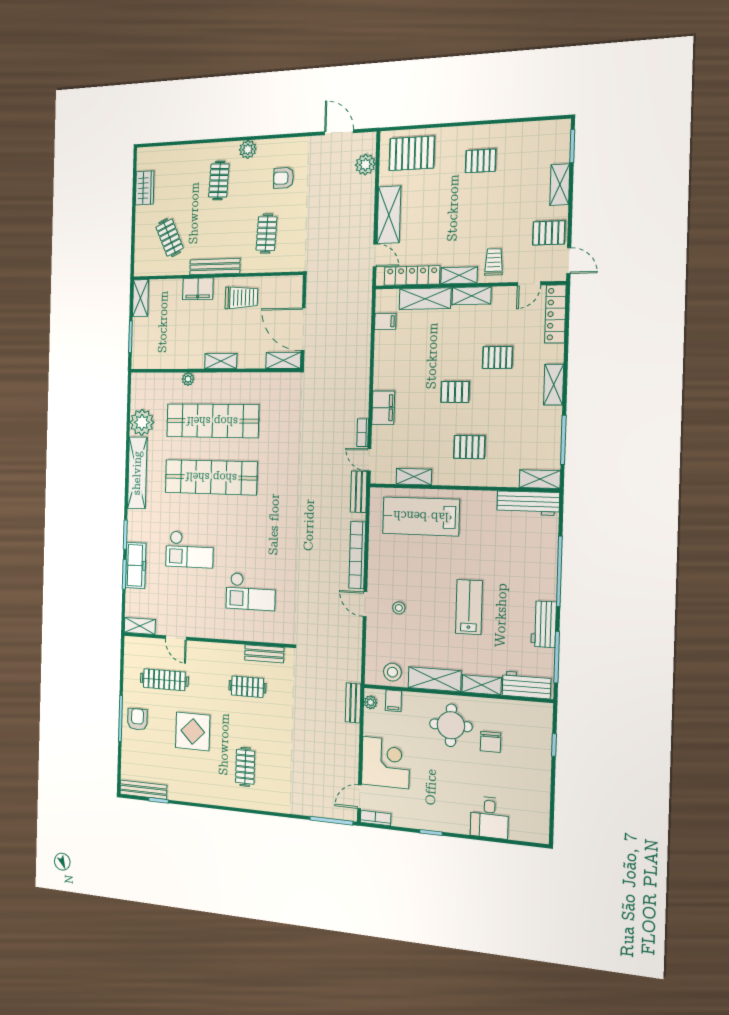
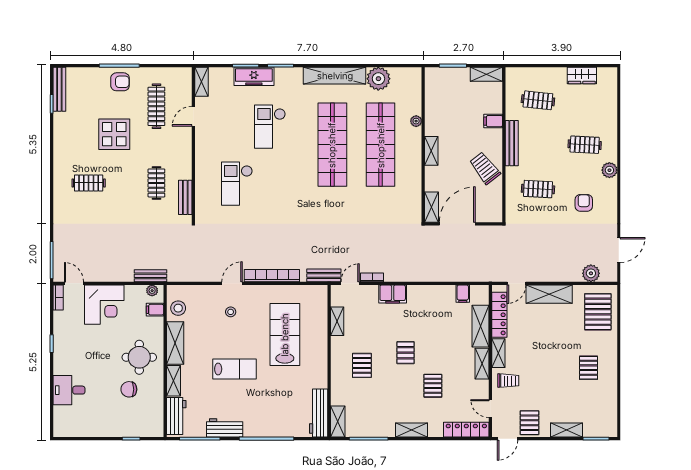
clothes rail: (170, 238) -> (538, 100), turned 30
filing cabinet: (198, 289) -> (493, 121), width x0.50
trolley: (241, 298) -> (485, 168), turned 142
lab bench: (421, 516) -> (285, 335), moved

